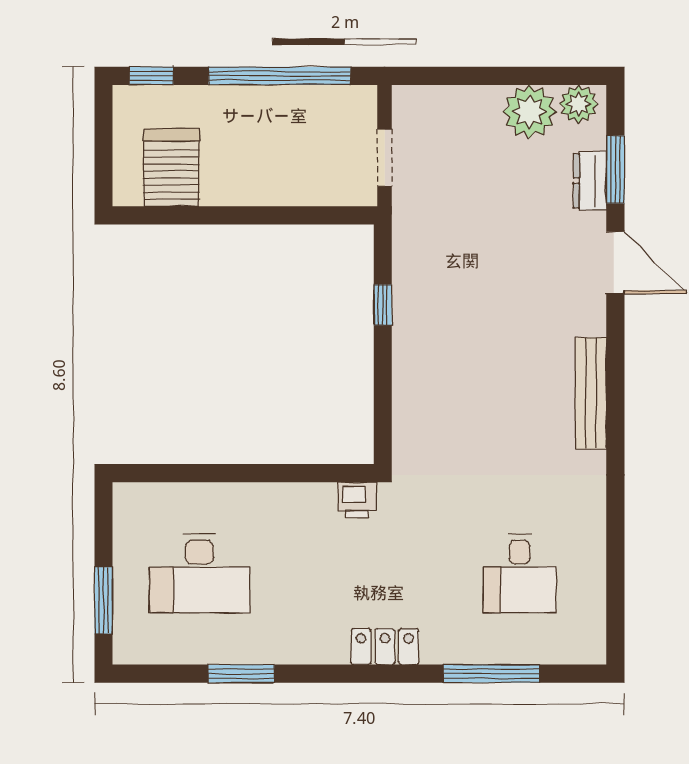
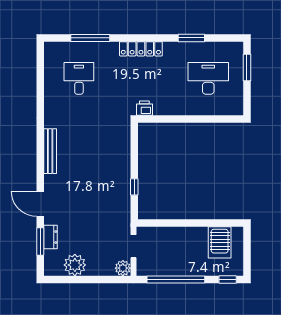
plant: (579, 104) -> (123, 268), moved
locker: (385, 647) -> (141, 49), width x1.53

